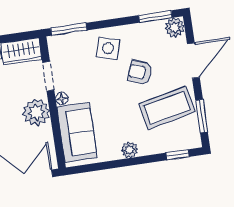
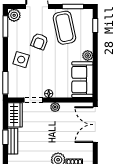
plant: (36, 112) -> (55, 107), width x0.53, depth x0.53
sofa: (77, 132) -> (82, 80), moved, turned -90

